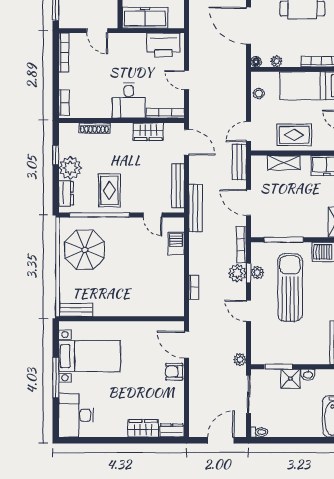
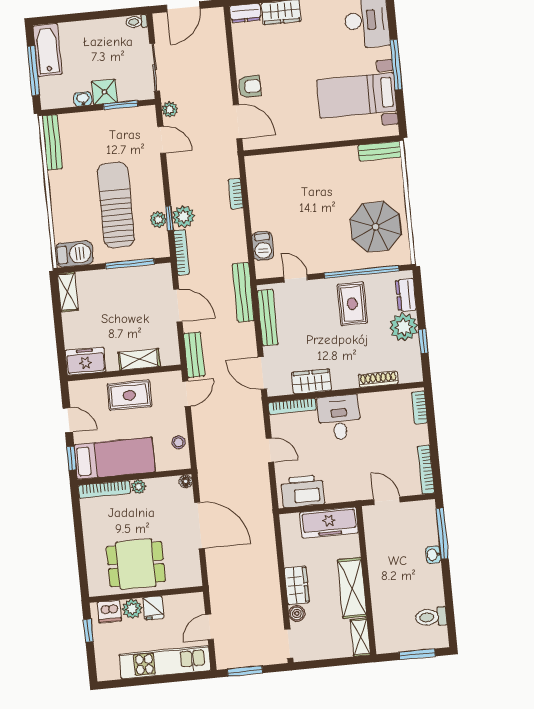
plant: (277, 61) -> (139, 487), moved
sun lounger: (290, 288) -> (116, 205), turned 180
door: (249, 311) -> (162, 140), moved

